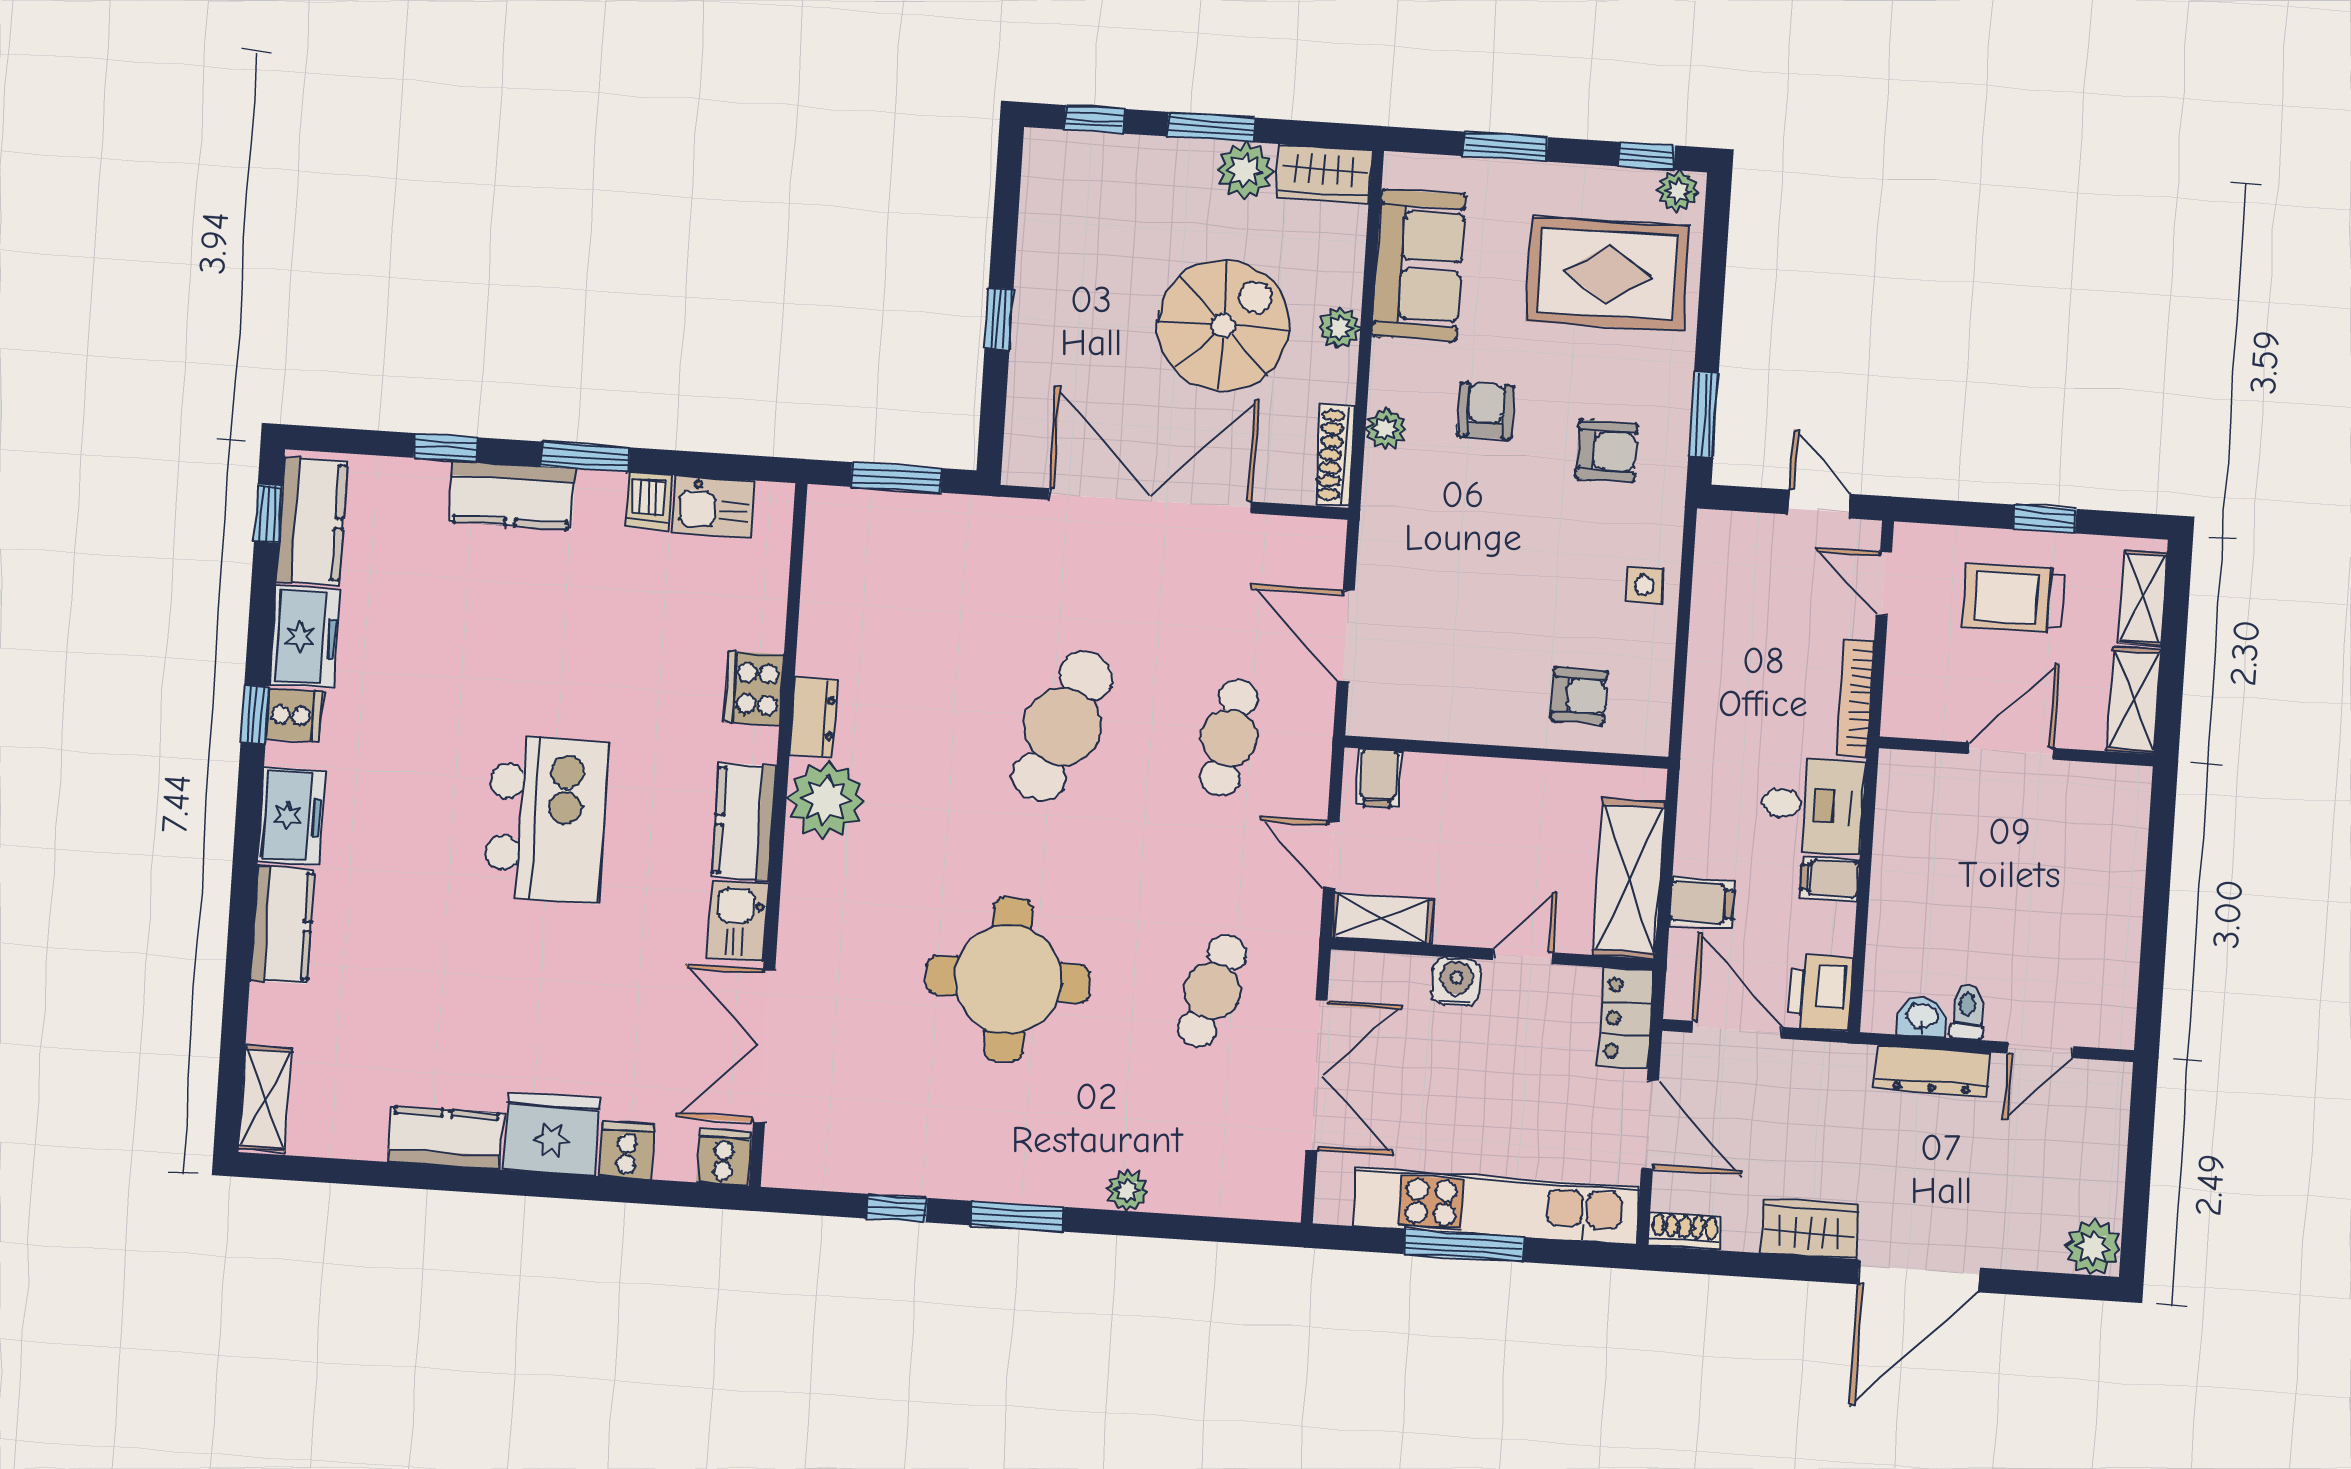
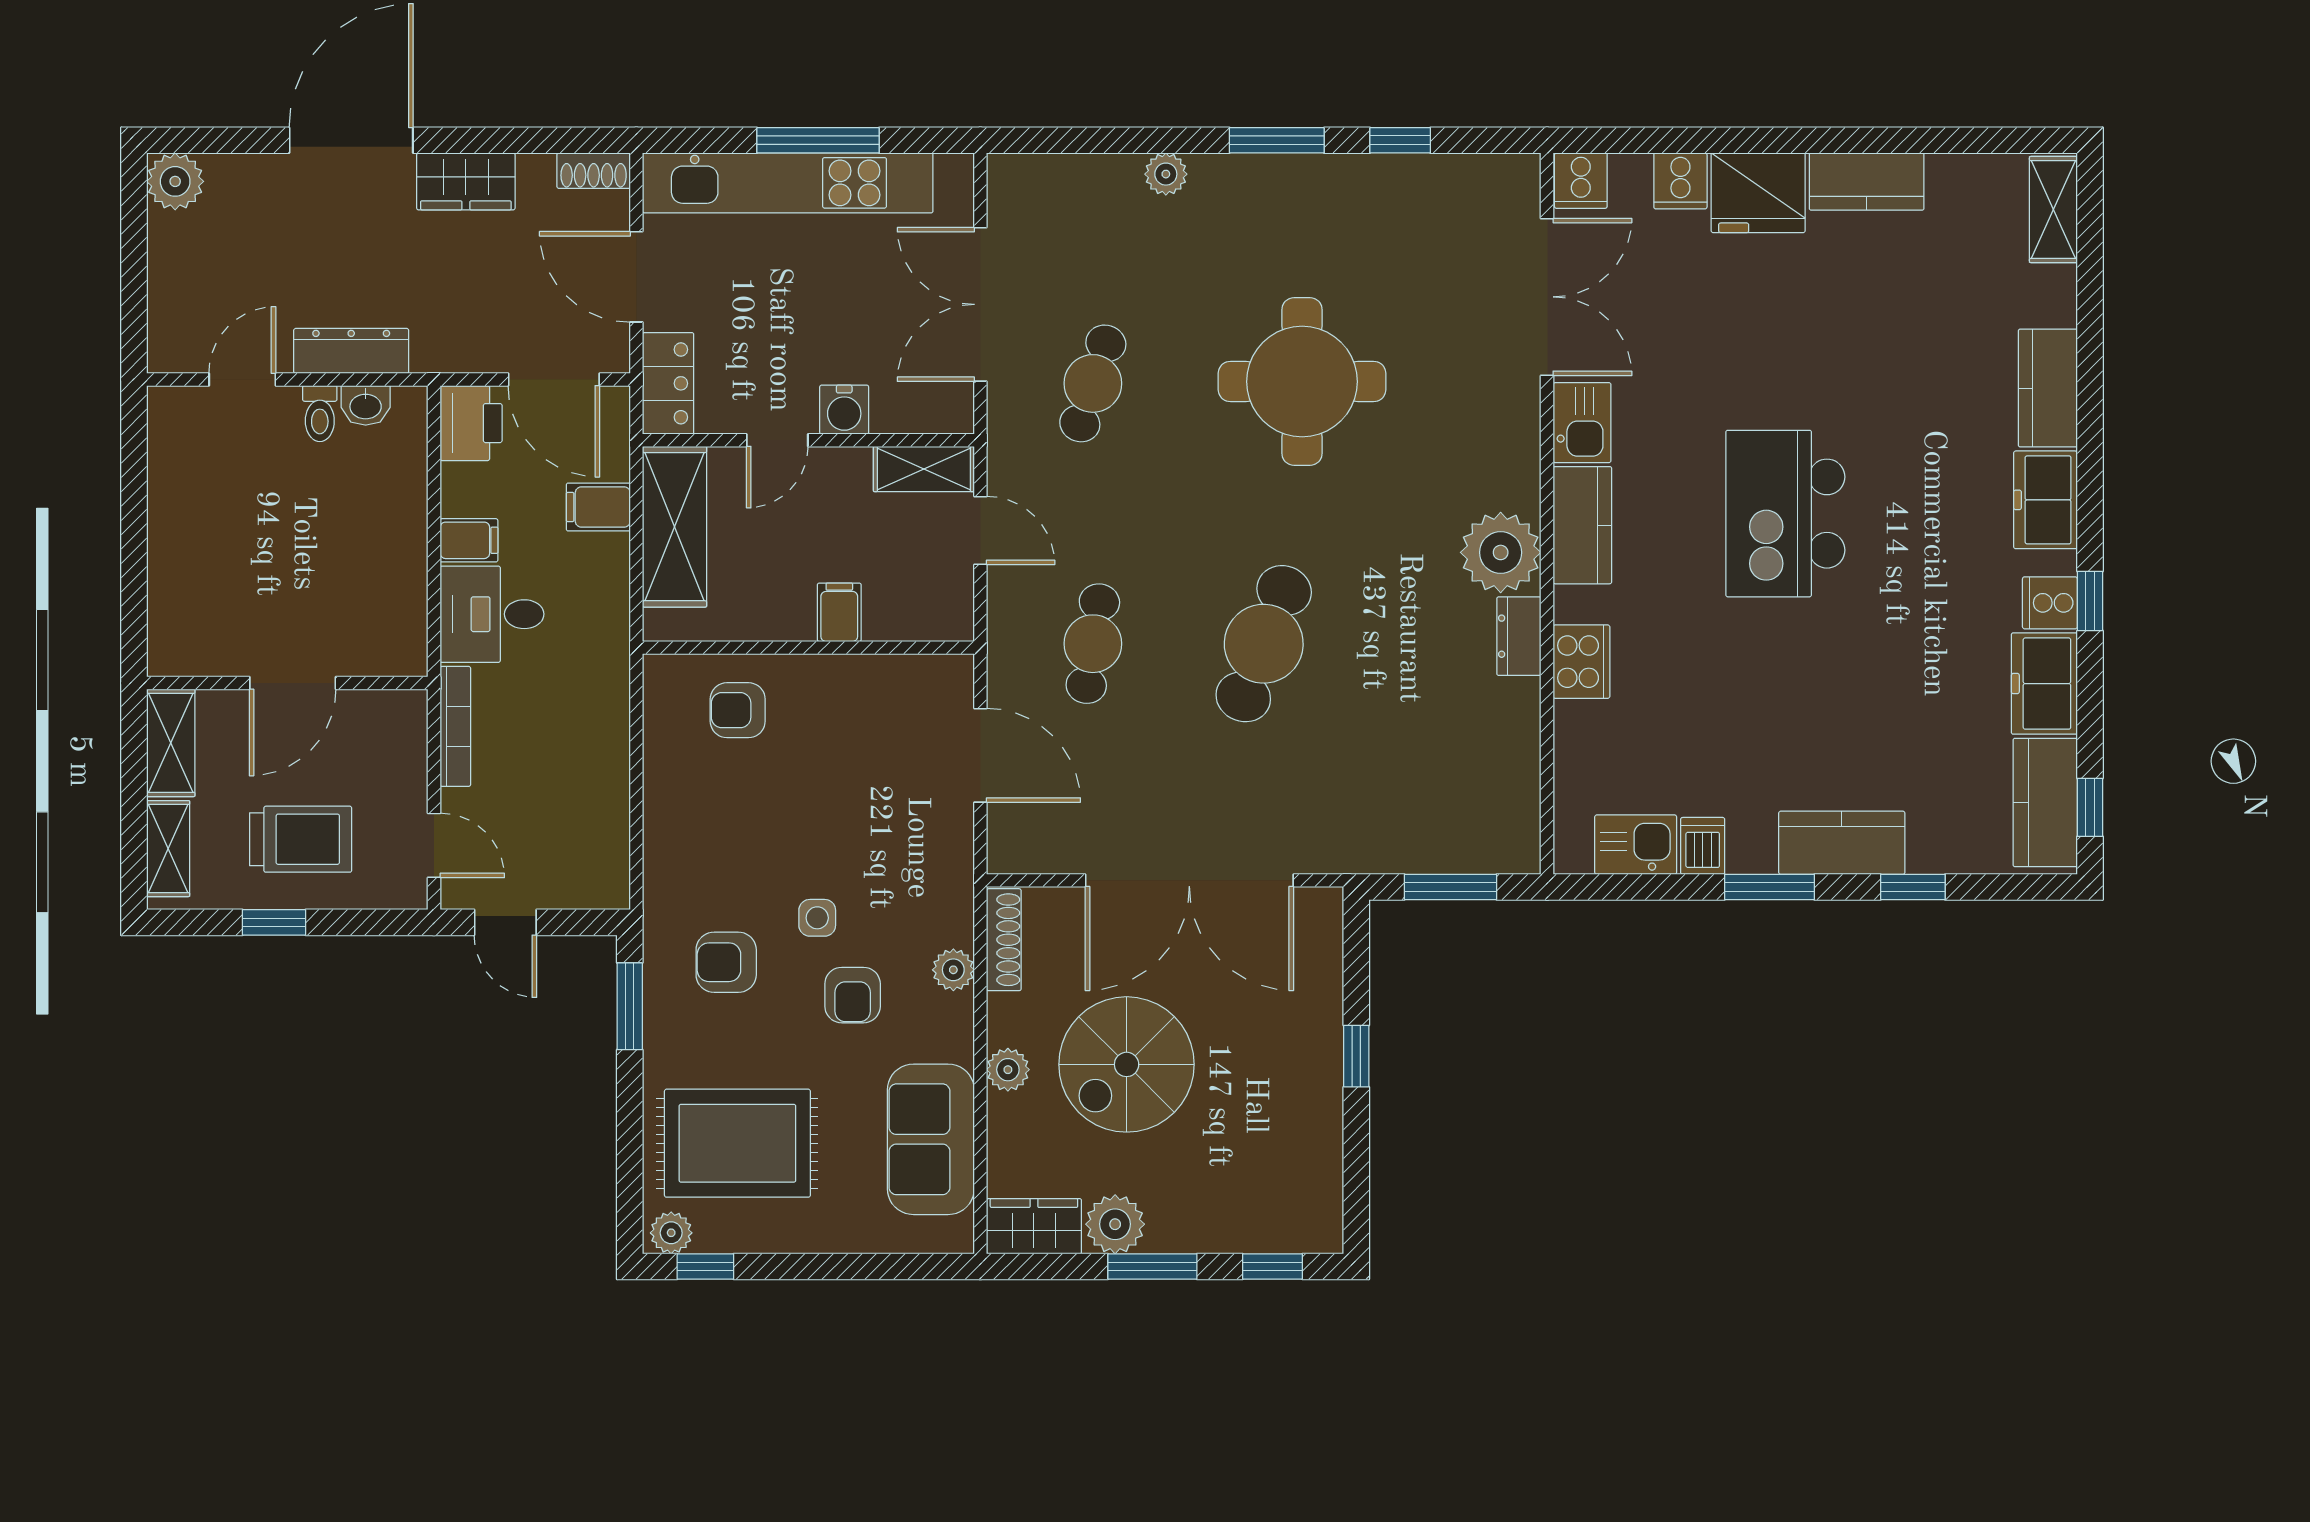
window: (1505, 147) -> (850, 1266), removed
side table: (1644, 585) -> (817, 918), moved
filing cabinet: (1379, 778) -> (839, 612), moved

